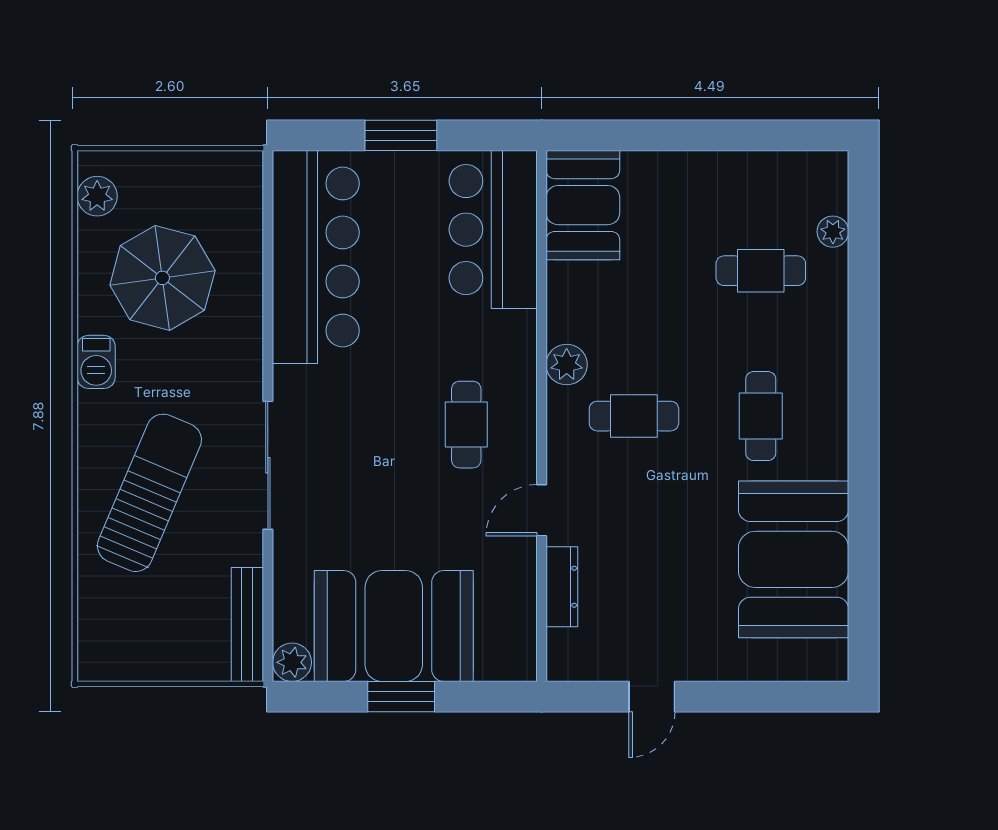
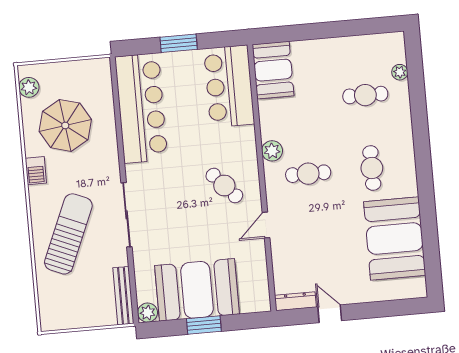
cafe table: (466, 425) -> (224, 185), turned -42
dresser: (562, 587) -> (295, 301), moved, turned -90
door: (652, 697) -> (330, 314), swing flipped

